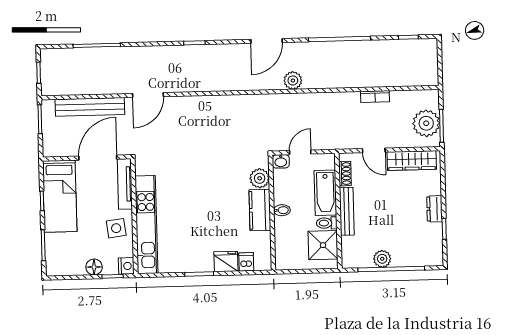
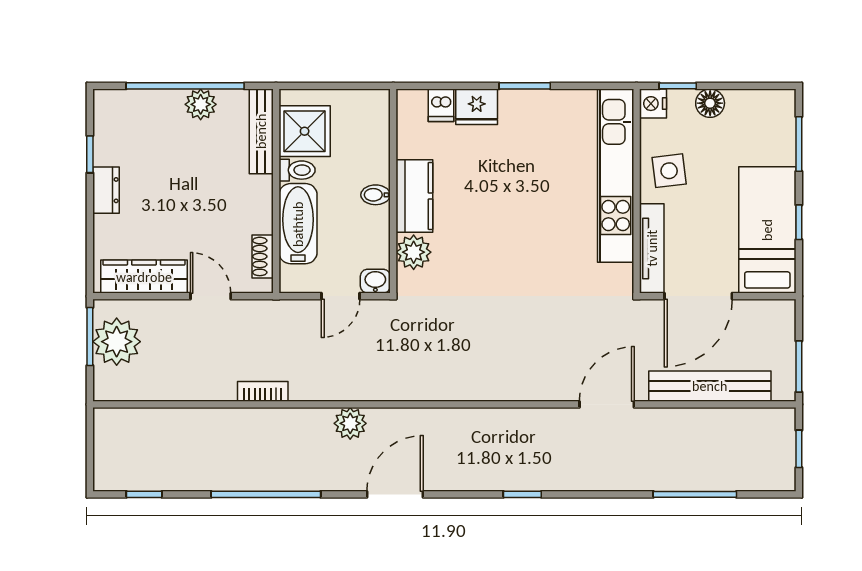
bookcase: (375, 96) -> (263, 391), moved
bench: (347, 211) -> (261, 131), moved

